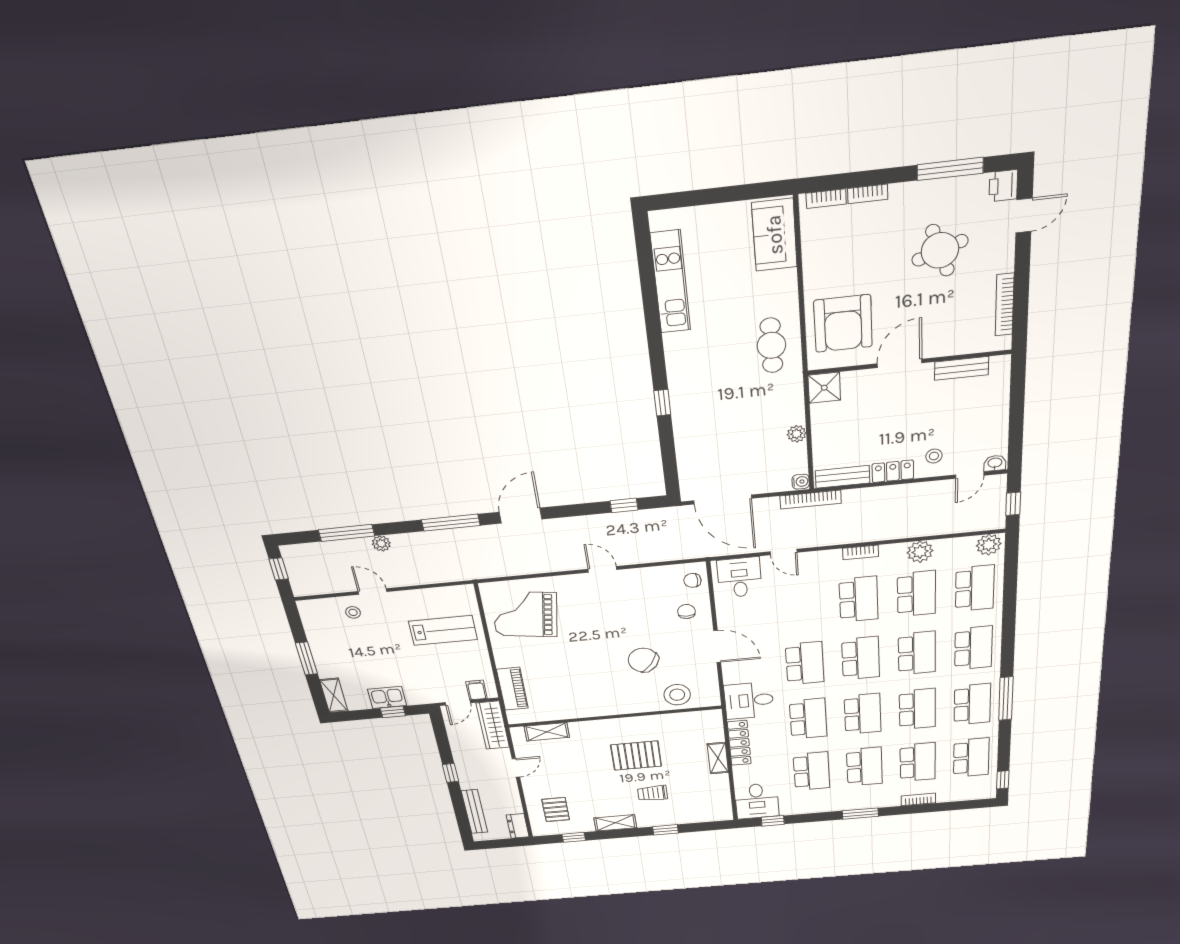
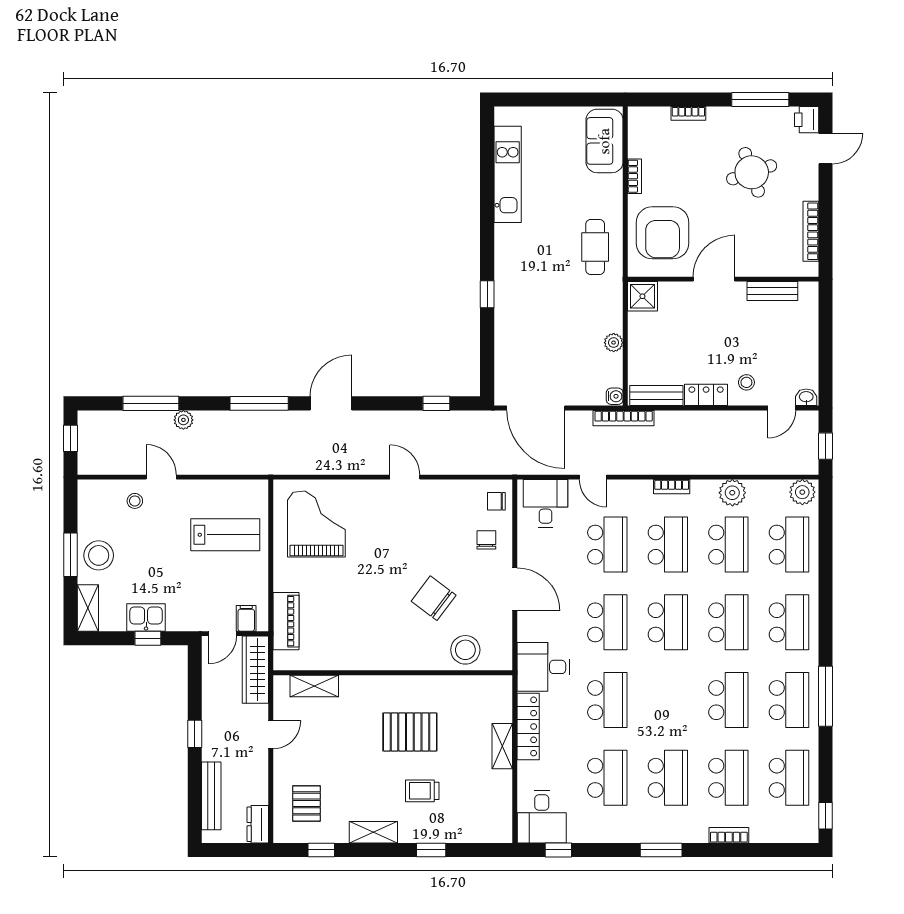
bookcase: (826, 199) -> (635, 176), moved, turned -90
grand piano: (526, 614) -> (316, 524), turned 82
stool: (332, 657) -> (99, 555), added
school desk: (863, 714) -> (607, 545), moved

